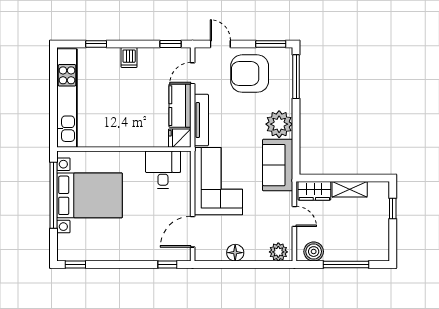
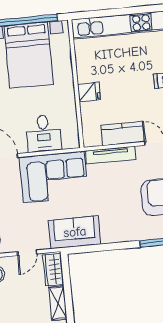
plant: (279, 124) -> (114, 230), removed
fridge: (180, 138) -> (89, 92), moved, turned 90
desk: (163, 170) -> (44, 133), moved, turned 90

